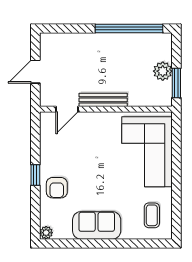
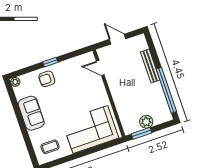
bench: (103, 100) -> (150, 66), moved

